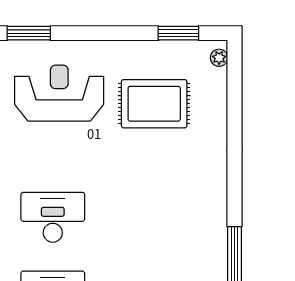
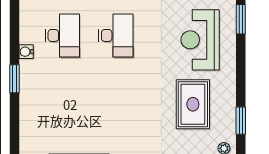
reception desk: (59, 93) -> (200, 40), turned 180

